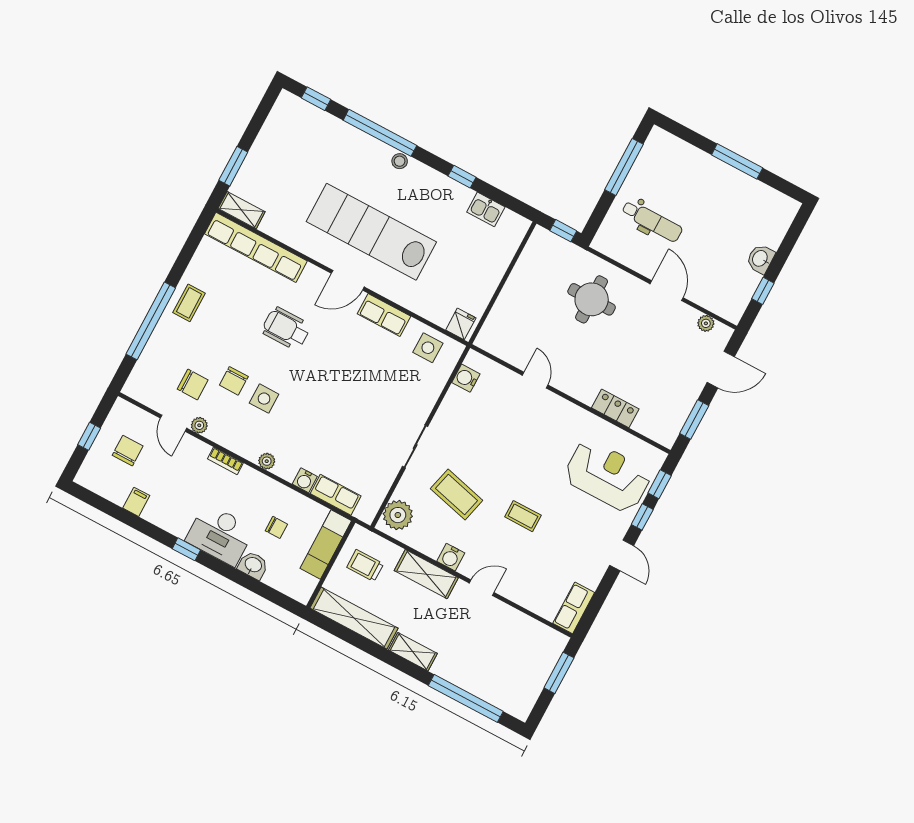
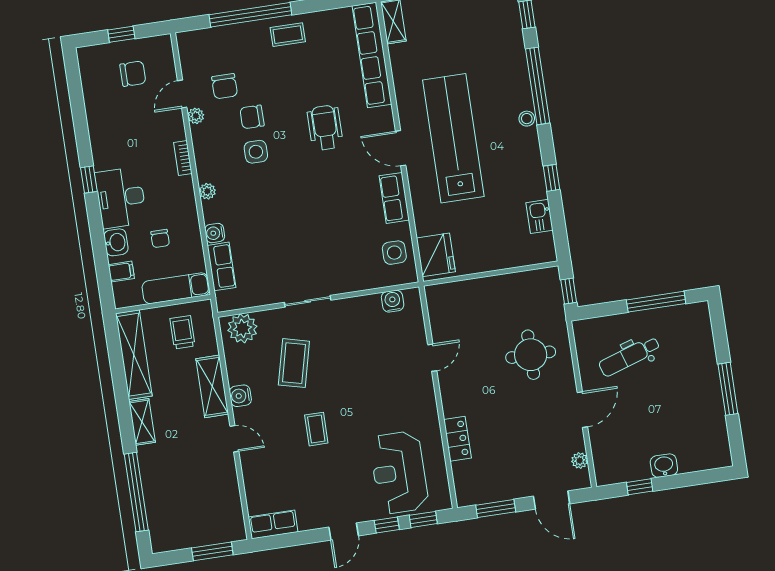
dental chair: (652, 221) -> (629, 356), turned 72
fridge: (461, 324) -> (436, 255), width x1.88, depth x1.34
reception desk: (607, 476) -> (399, 473), turned 180
filing cabinet: (136, 502) -> (121, 272), moved

